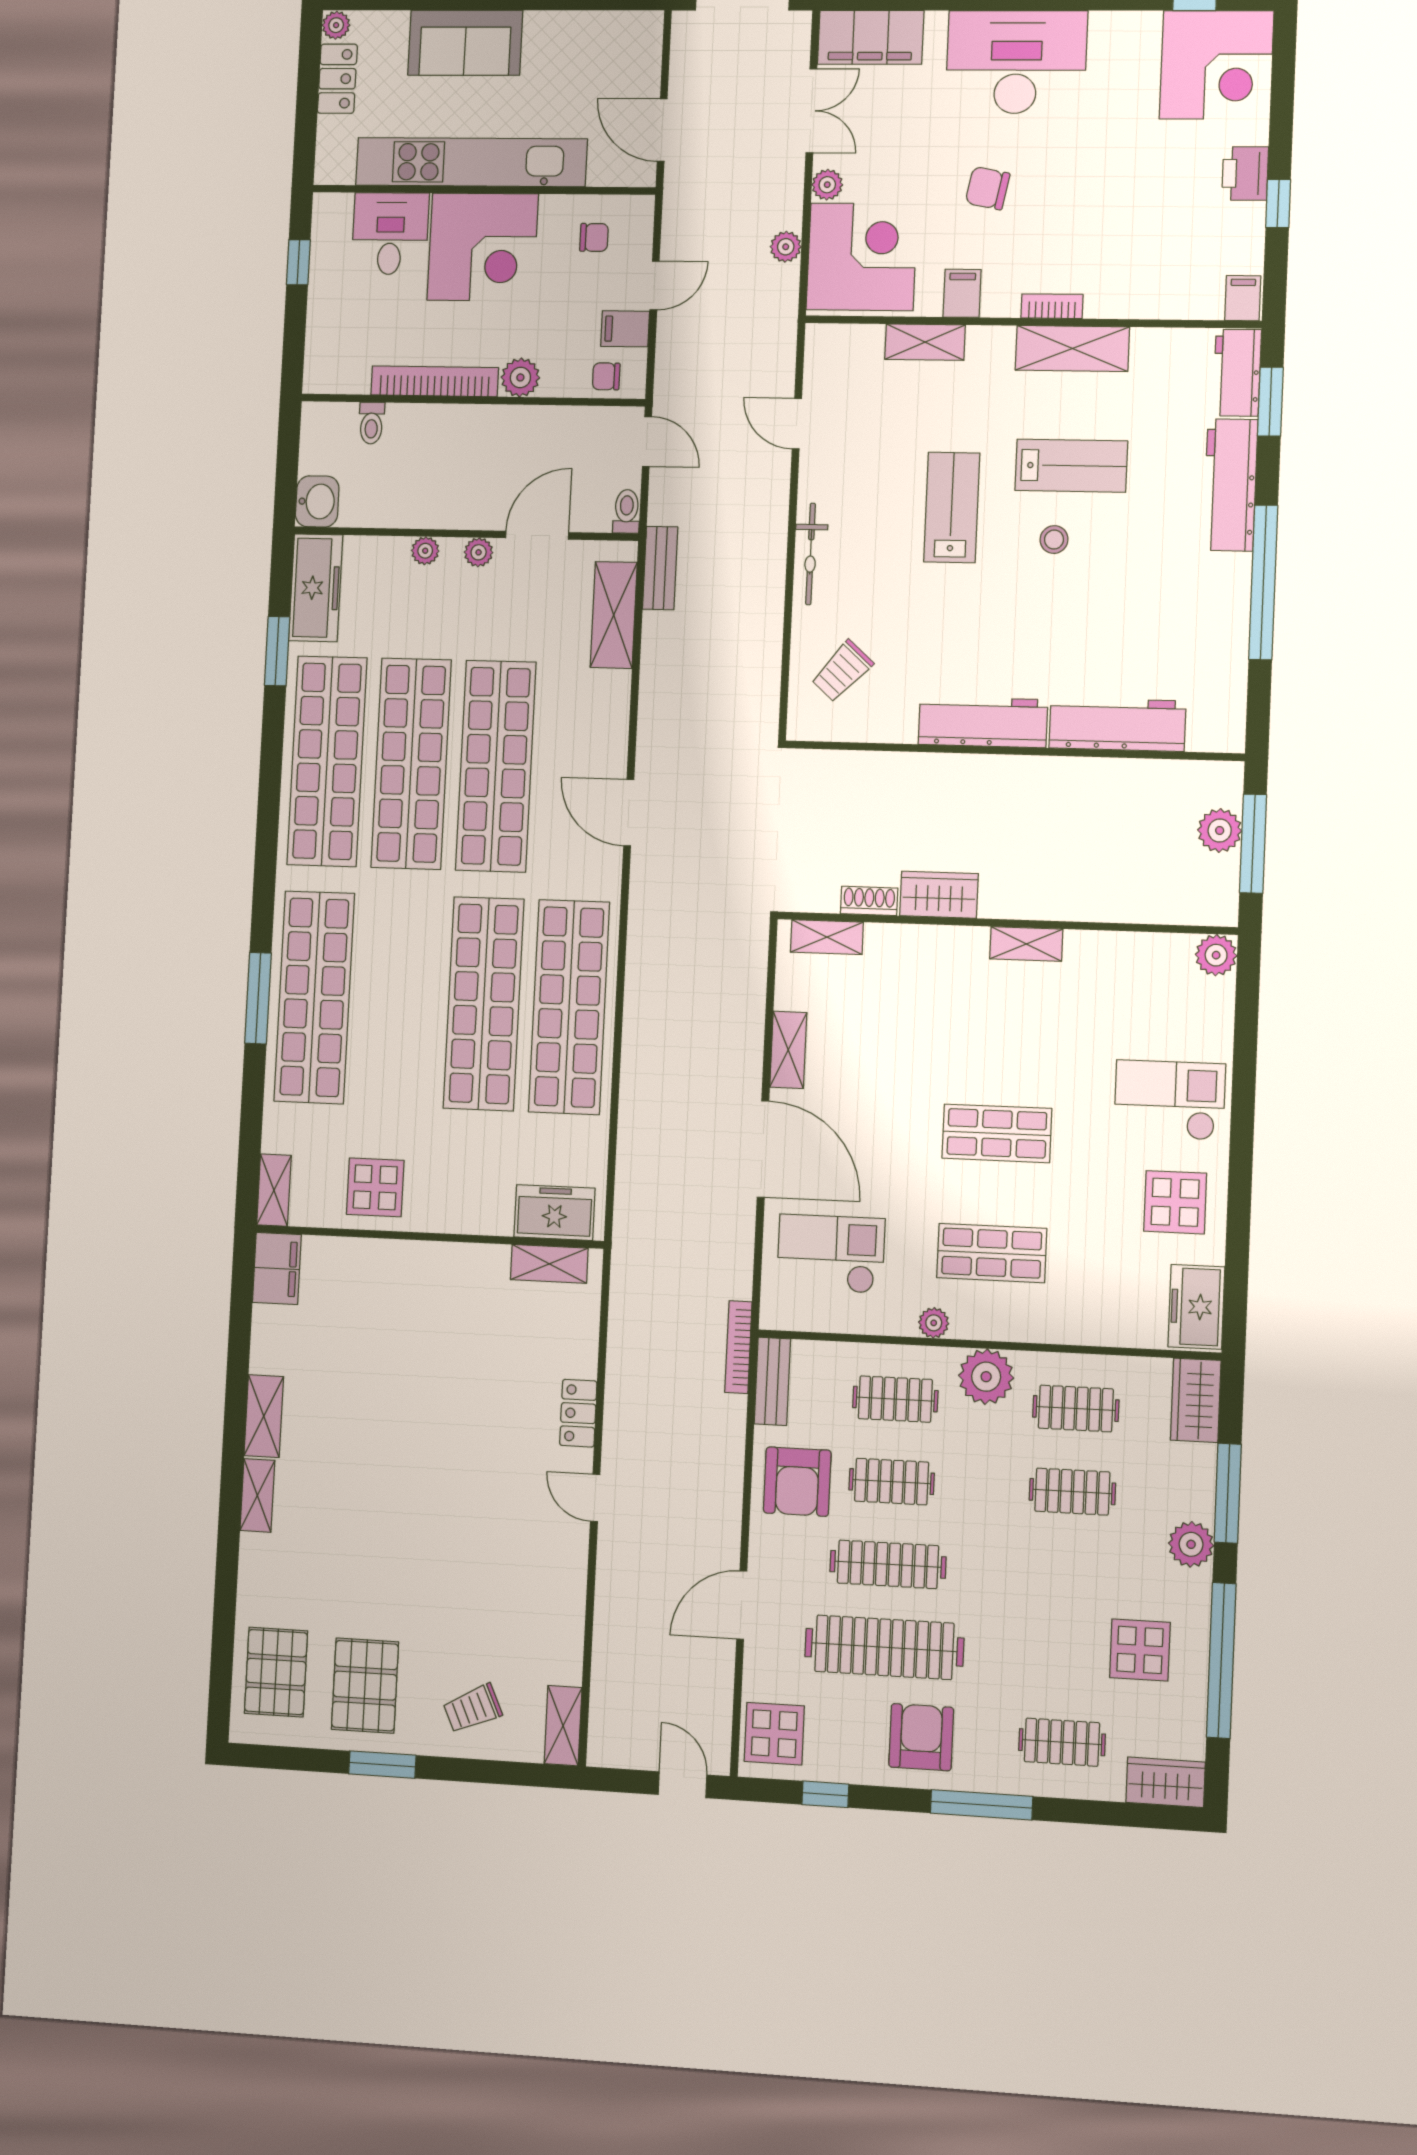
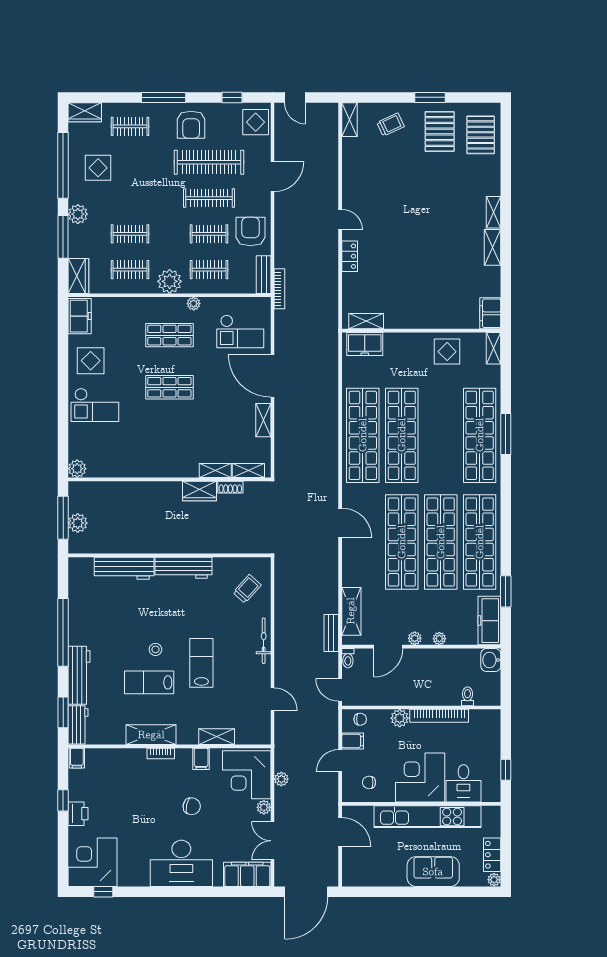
lab bench: (952, 507) -> (201, 663), turned 180
shelving: (1026, 944) -> (215, 471), moved

